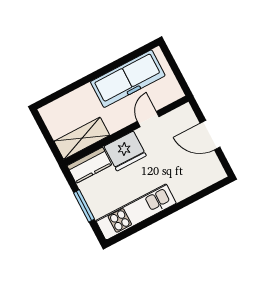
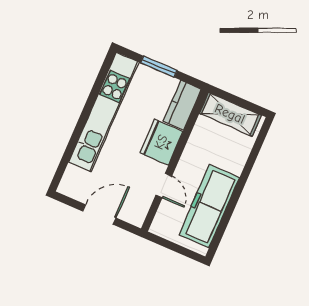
shelving: (82, 138) -> (230, 114), moved, turned 90
kitchen unit: (136, 212) -> (104, 112), width x1.36

